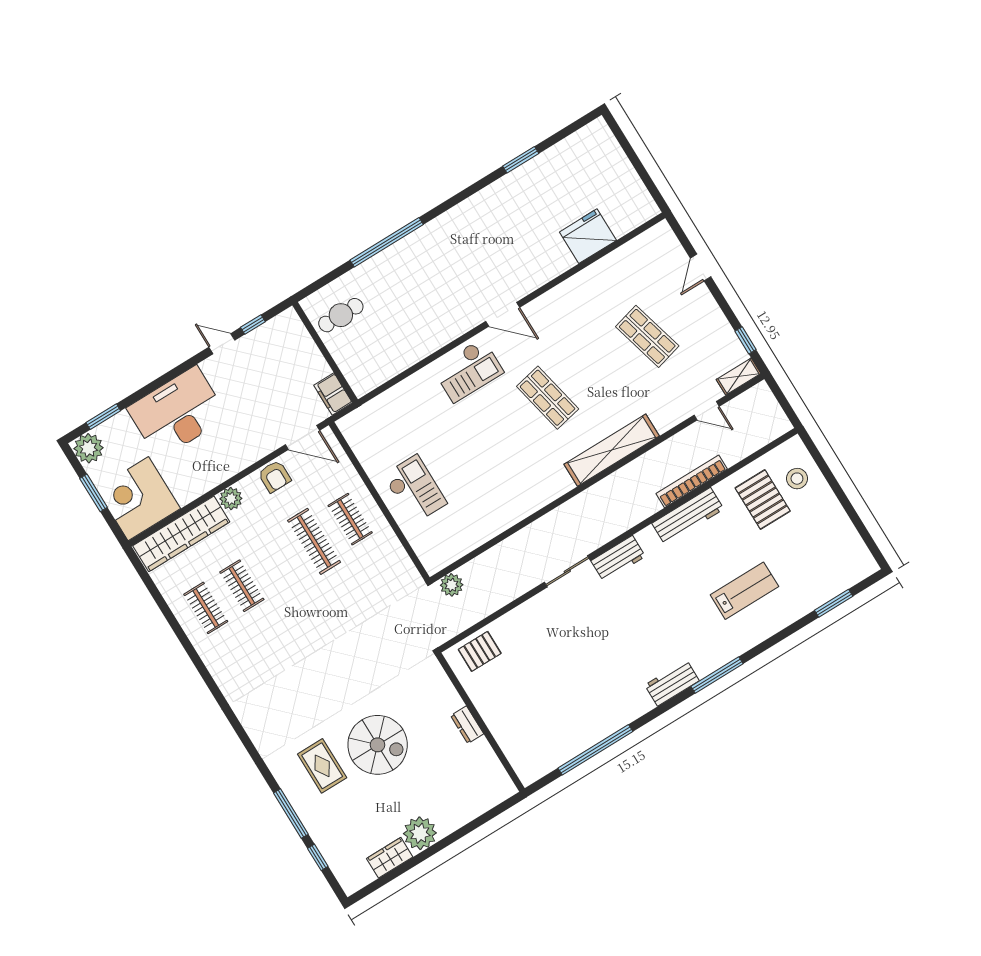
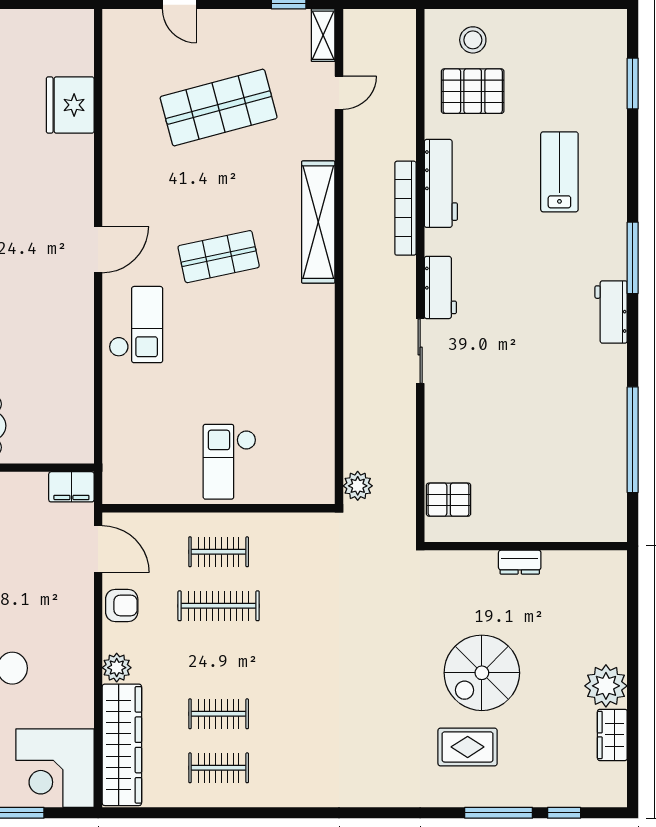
shop shelf: (647, 336) -> (219, 108), width x1.43, depth x1.36
door: (302, 438) -> (98, 549), hinge flipped
bookcase: (692, 481) -> (405, 208), moved
checkout: (415, 489) -> (230, 462), turned -90
pallet: (480, 651) -> (449, 500), turned 90
spiral stairs: (378, 745) -> (482, 673), turned 180

